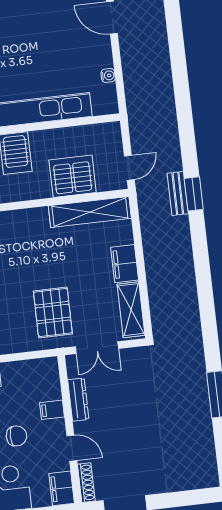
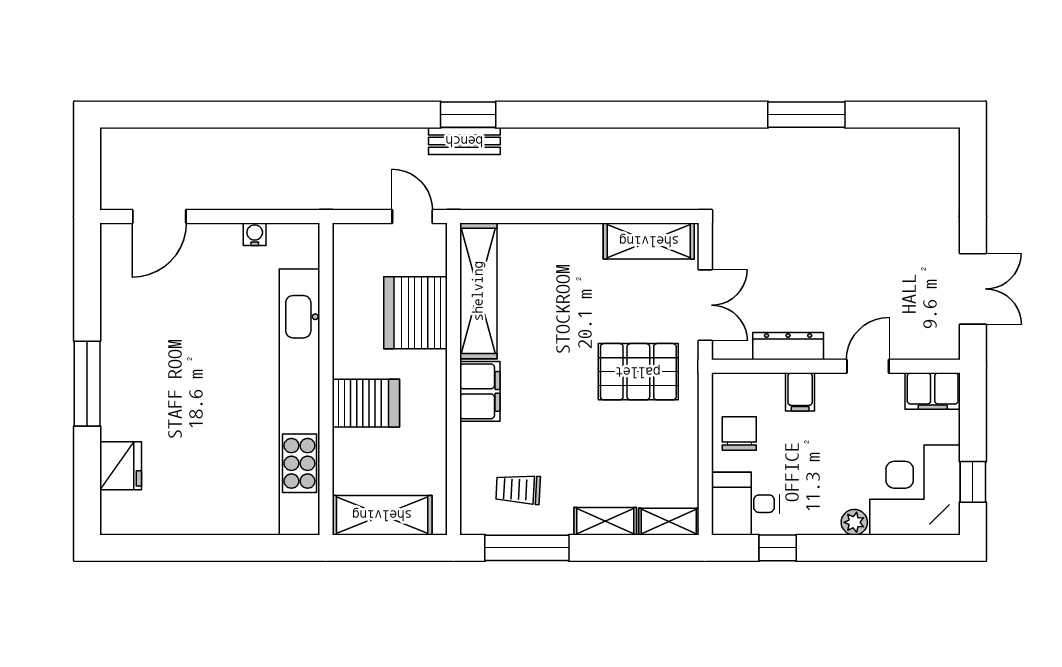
filing cabinet: (125, 264) -> (480, 391), moved, turned -90
chair: (16, 436) -> (739, 433), moved
shoe rack: (86, 483) -> (928, 349), removed

